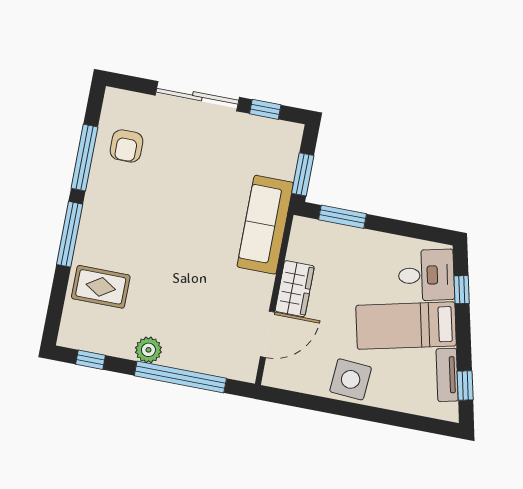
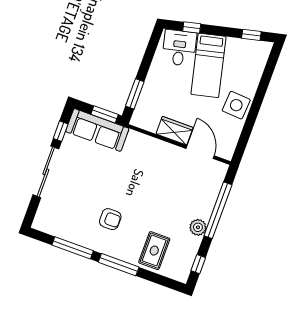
armchair: (126, 146) -> (110, 219), moved
sofa: (265, 225) -> (97, 130), moved
tv unit: (447, 375) -> (243, 45), removed

